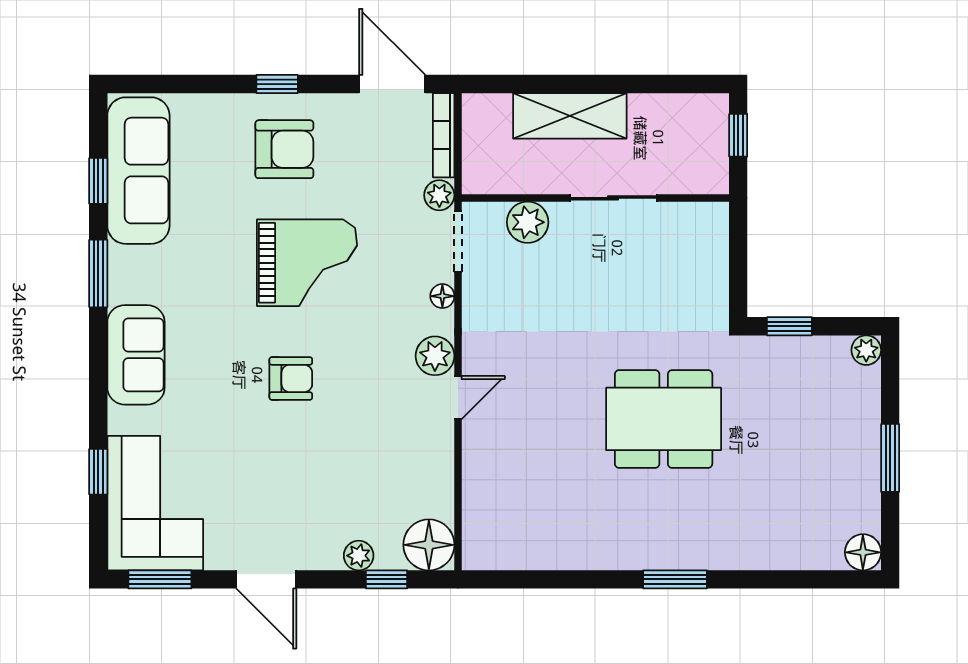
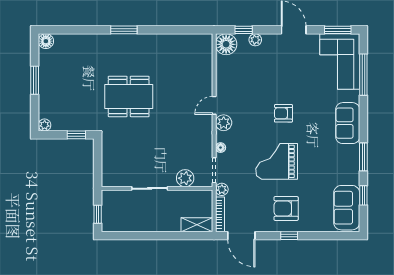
shelving: (570, 116) -> (197, 225), moved, width x0.67, depth x0.75
sofa: (138, 171) -> (347, 208), width x0.73
window: (98, 472) -> (363, 75), width x2.17

